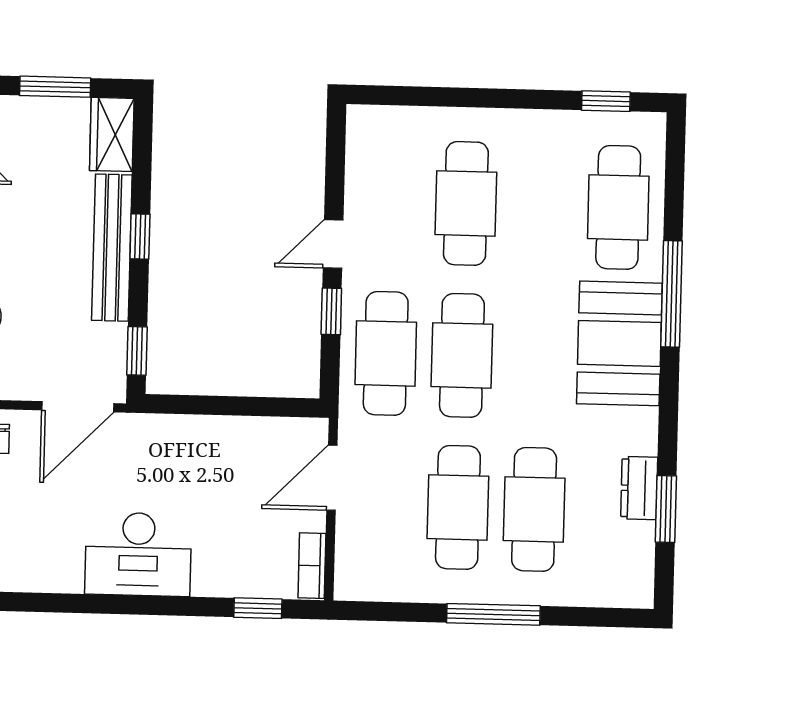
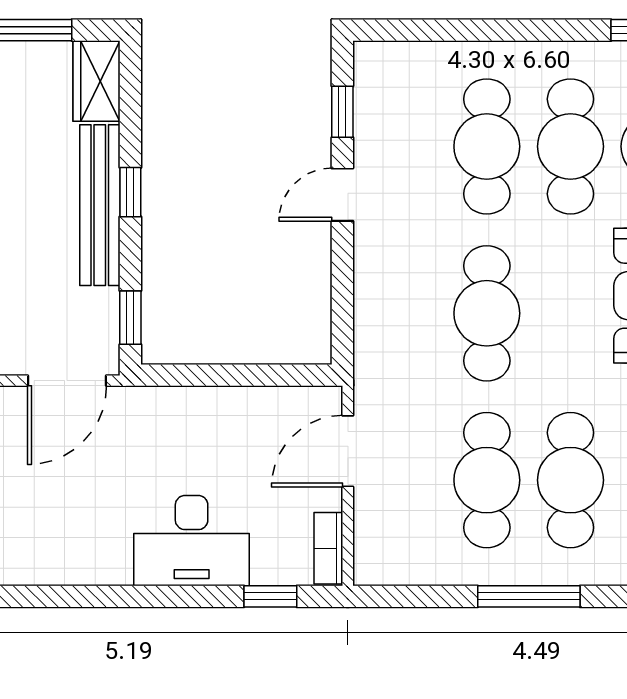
window: (331, 311) -> (342, 112), moved
cafe table: (386, 353) -> (570, 146), moved
desk: (138, 554) -> (192, 541), moved

